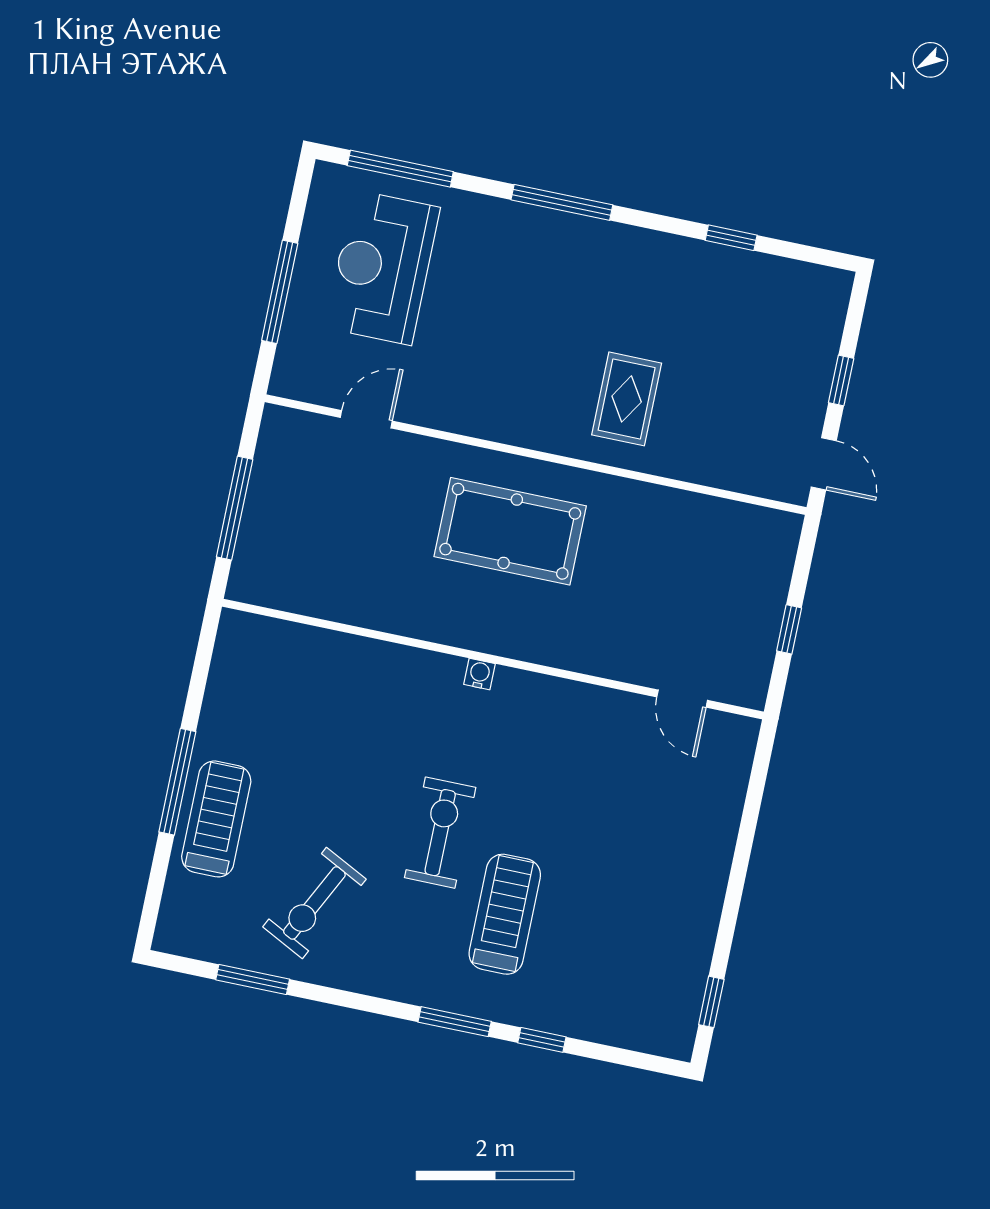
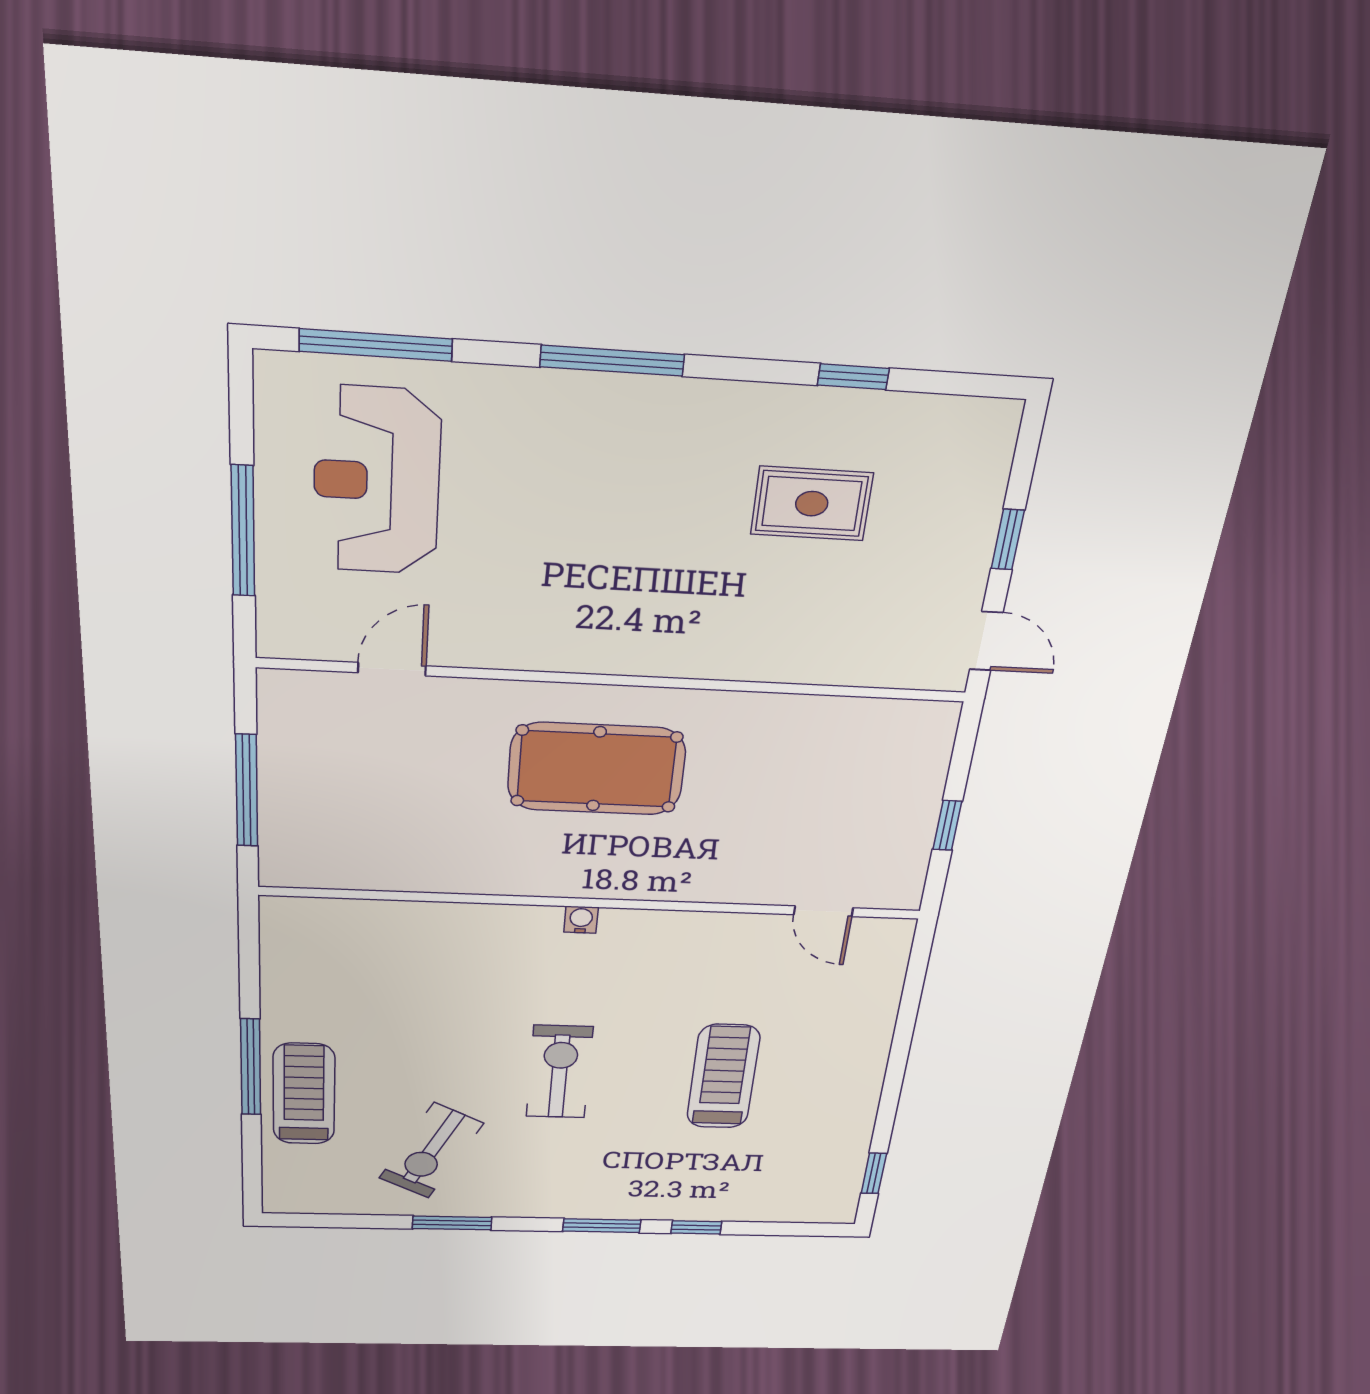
rug: (627, 399) -> (812, 504), moved, turned 90
treadmill: (505, 914) -> (723, 1077), moved
window: (253, 979) -> (452, 1223), moved

